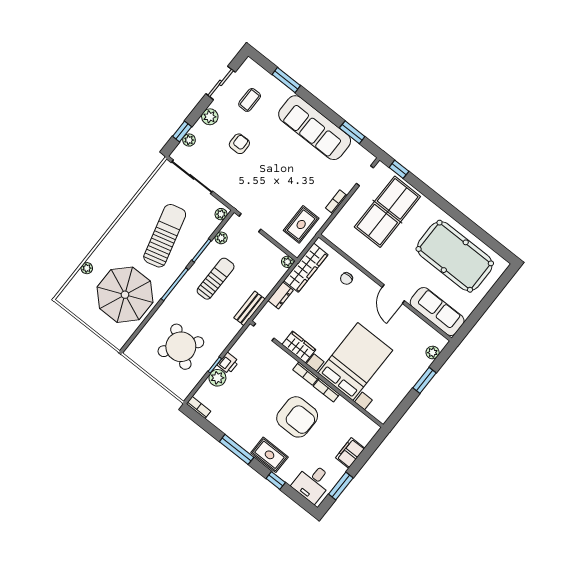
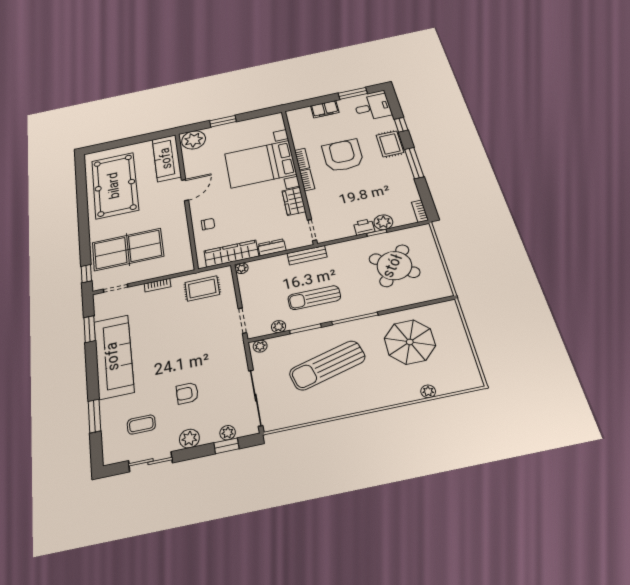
parasol: (125, 295) -> (410, 342), width x0.73, depth x0.73
plant: (433, 353) -> (194, 140), width x1.87, depth x1.87

